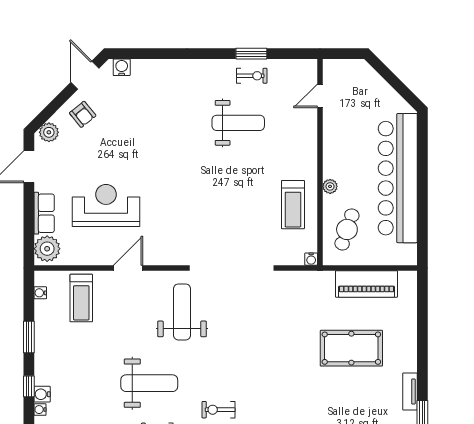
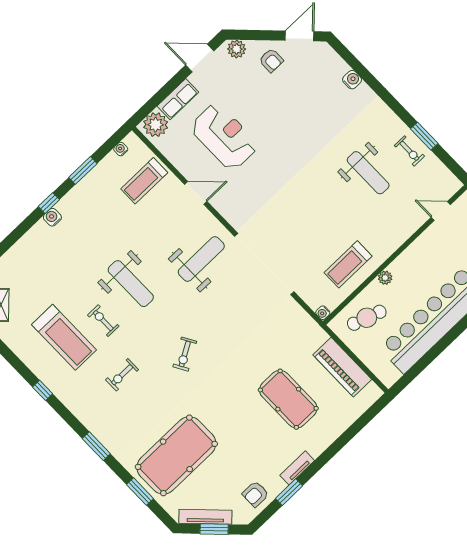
water cooler: (122, 67) -> (352, 80), moved
armchair: (83, 114) -> (271, 60), turned -51
water cooler: (40, 410) -> (40, 226), removed
exercise bike: (219, 410) -> (185, 354), moved, turned -120

